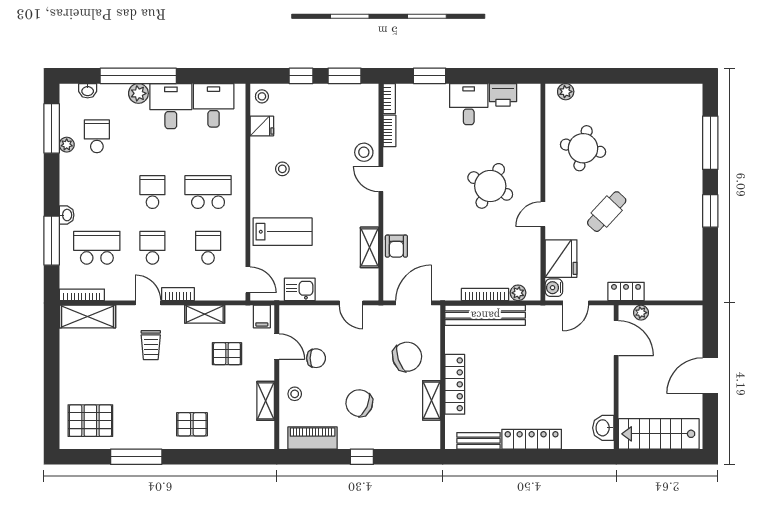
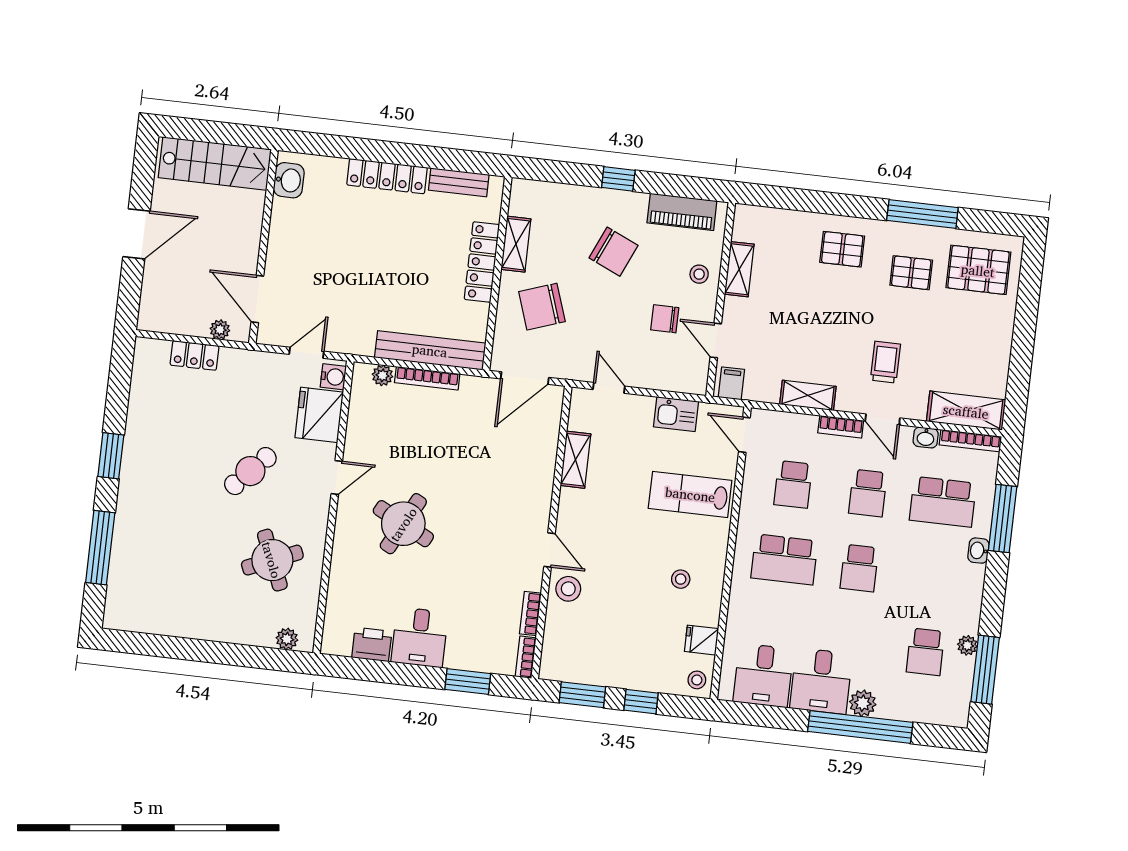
washbasin: (88, 91) -> (926, 437), moved, turned 180
round table: (583, 148) -> (272, 560), turned -35
armchair: (396, 246) -> (539, 457), removed
locker: (626, 291) -> (195, 356), moved
pallet: (227, 354) -> (911, 273), moved

